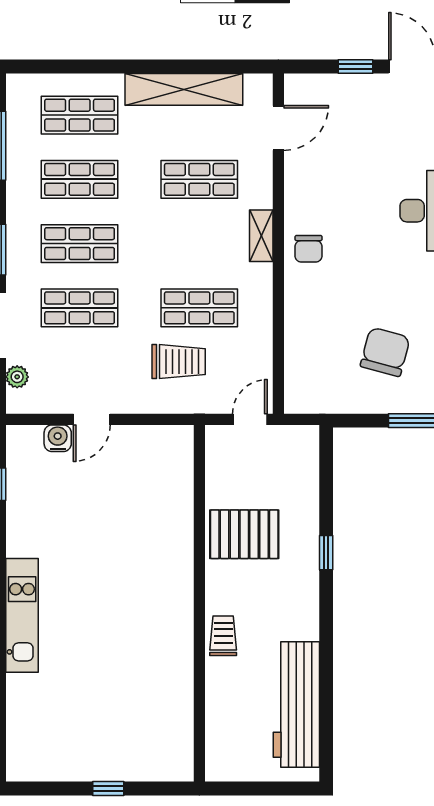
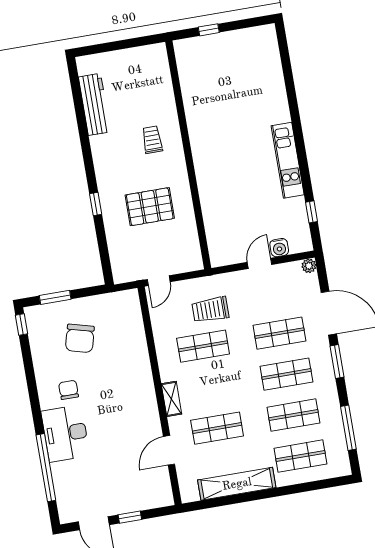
door: (278, 128) -> (169, 450), moved
chair: (309, 249) -> (69, 390), moved
plant: (17, 377) -> (309, 266), moved
wall: (199, 603) -> (188, 155), moved
kitchen unit: (22, 615) -> (288, 160), moved
trolley: (223, 636) -> (152, 140), turned 180
workbench: (296, 705) -> (94, 104), width x0.73, depth x0.76

